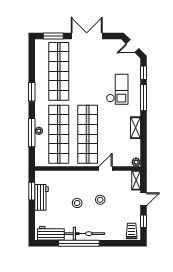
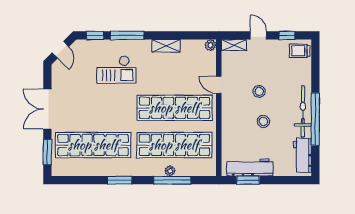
checkout: (117, 89) -> (116, 70), turned 180
workbench: (41, 197) -> (250, 168), width x1.37

